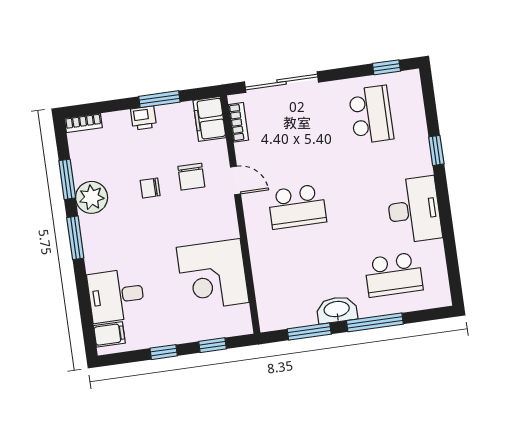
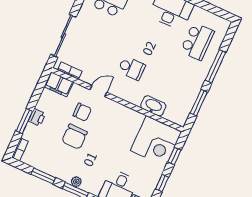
window: (159, 99) -> (24, 121), moved
chair: (150, 188) -> (75, 137), width x1.87, depth x1.87
plant: (92, 197) -> (76, 182), moved, width x0.53, depth x0.53
school desk: (297, 207) -> (132, 68), width x0.54
corner desk: (213, 275) -> (156, 141), moved
washbasin: (337, 310) -> (153, 106), moved, turned 90

